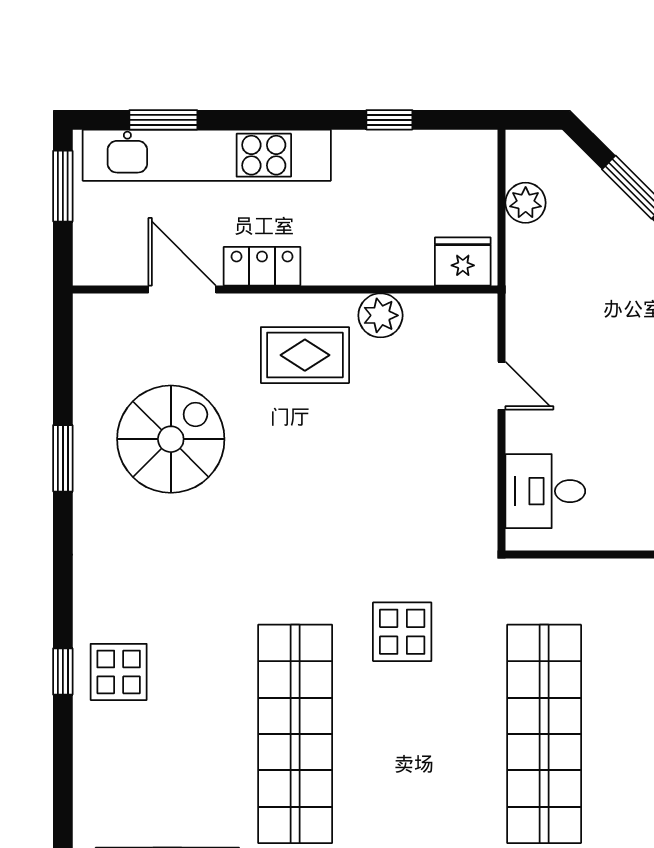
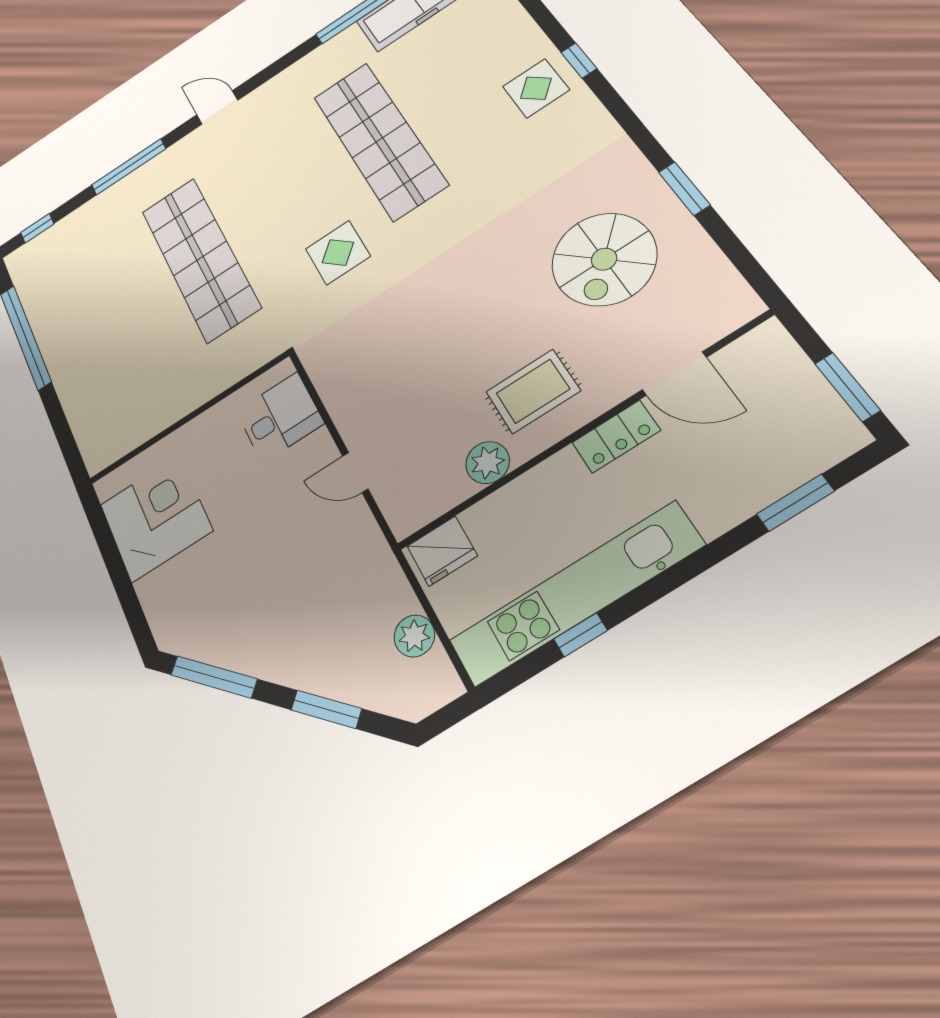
kitchen unit: (207, 155) -> (576, 593), moved

